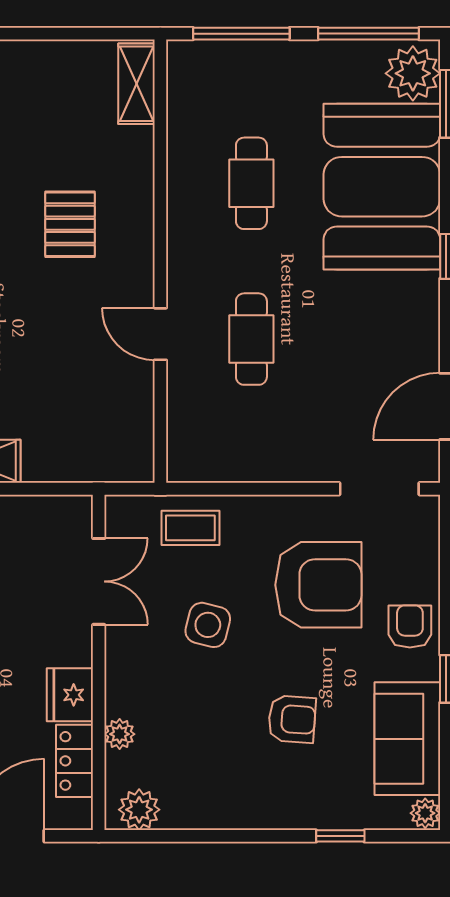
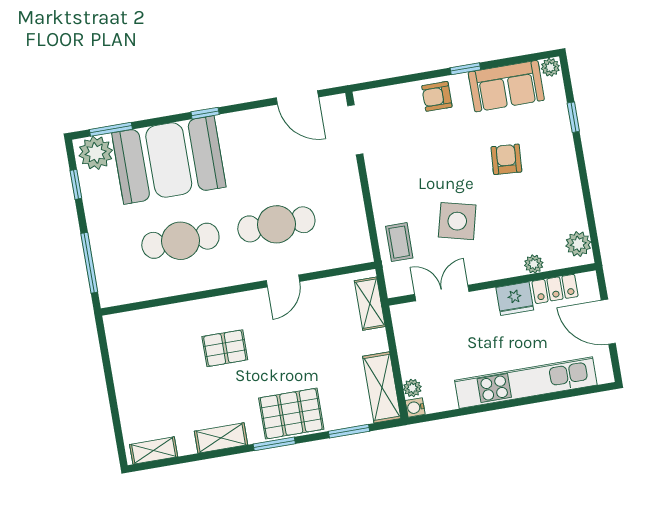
window: (369, 34) -> (76, 184), width x0.46
shelving: (136, 84) -> (370, 304), moved, turned 90
cafe table: (251, 183) -> (180, 241), width x1.37, depth x1.35
cafe table: (251, 339) -> (276, 224), width x1.37, depth x1.35
armchair: (318, 585) -> (421, 157), removed
side table: (208, 625) -> (457, 221), width x1.37, depth x1.37

